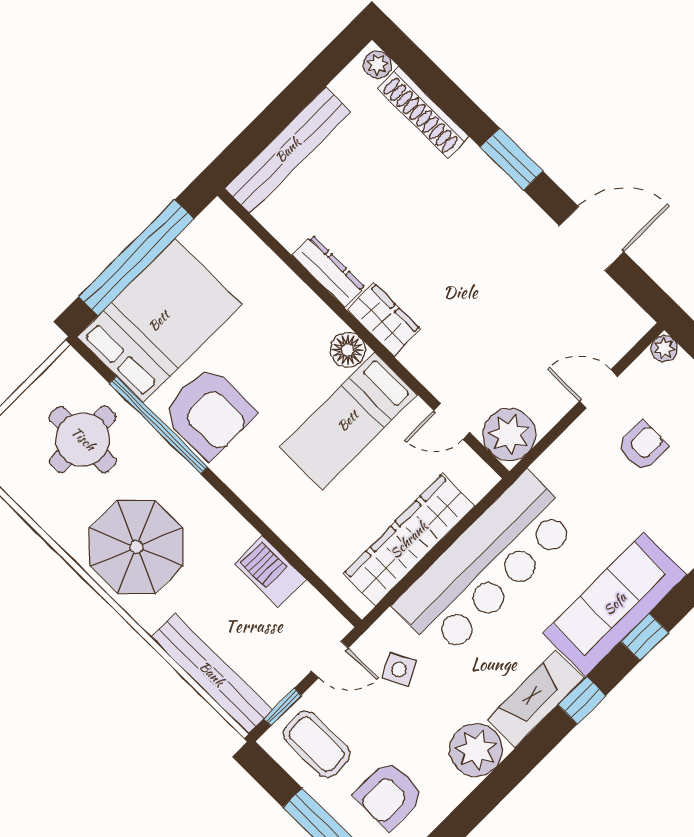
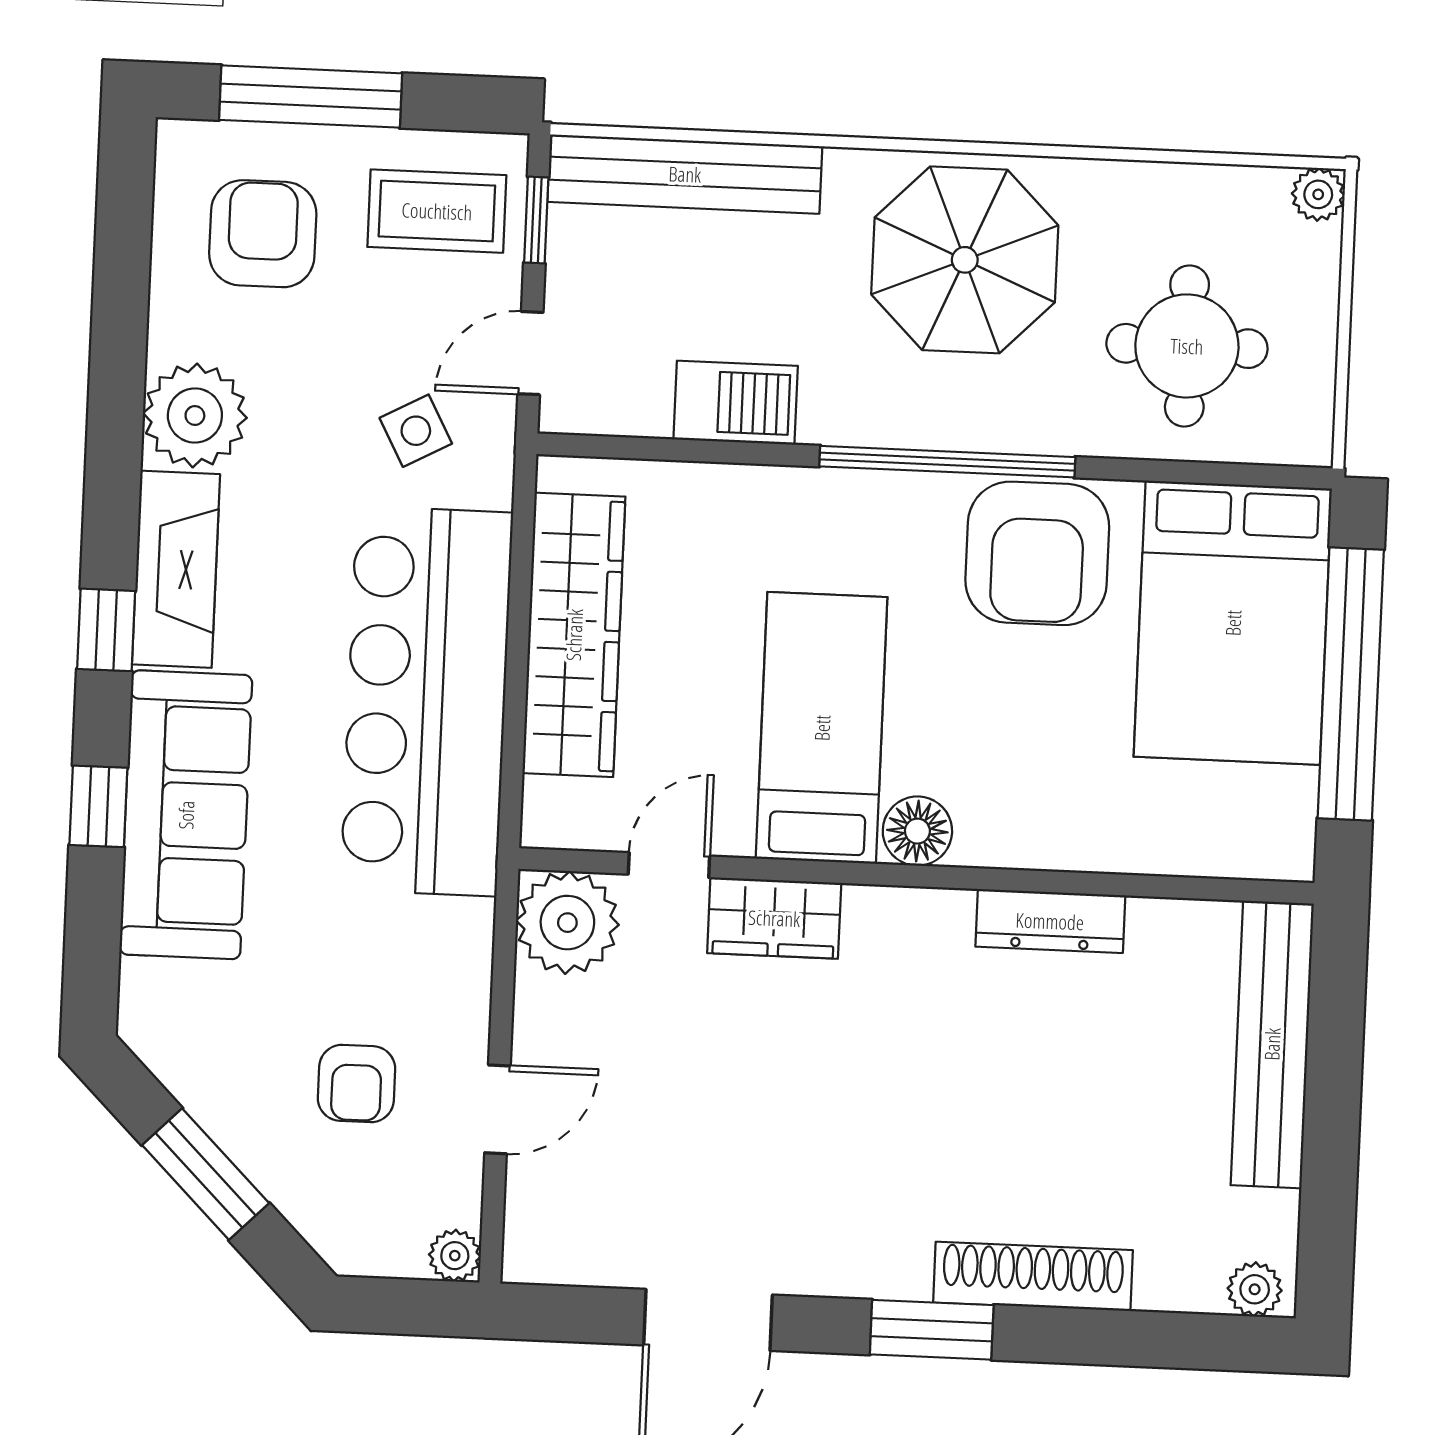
shoe rack: (423, 112) -> (1033, 1276), moved
wardrobe: (384, 320) -> (774, 918), moved
armchair: (209, 413) -> (1037, 553), turned -90
window: (158, 425) -> (947, 462), moved

